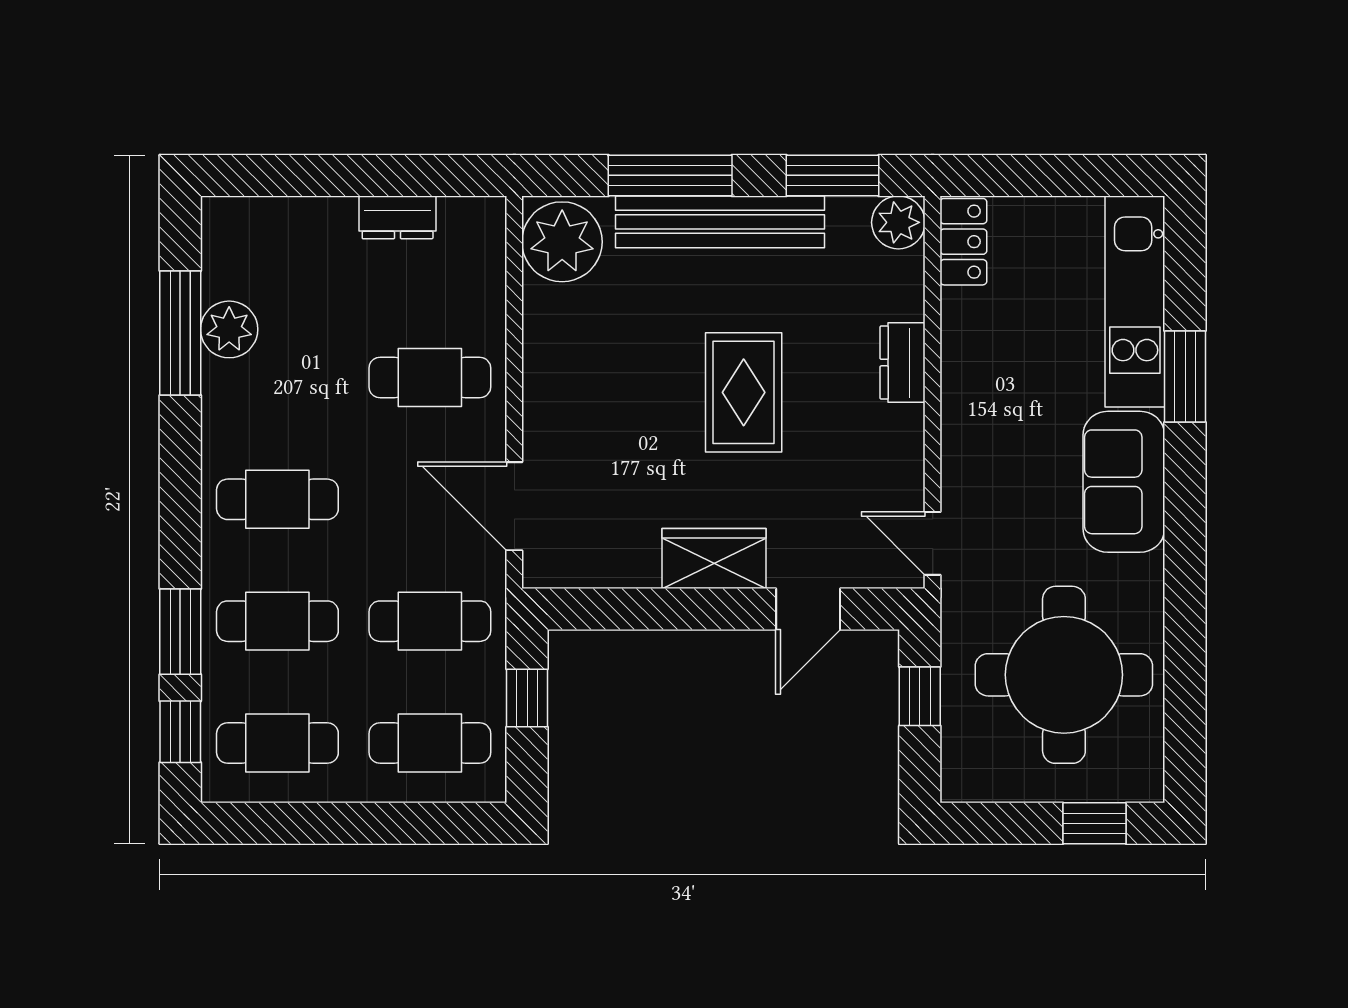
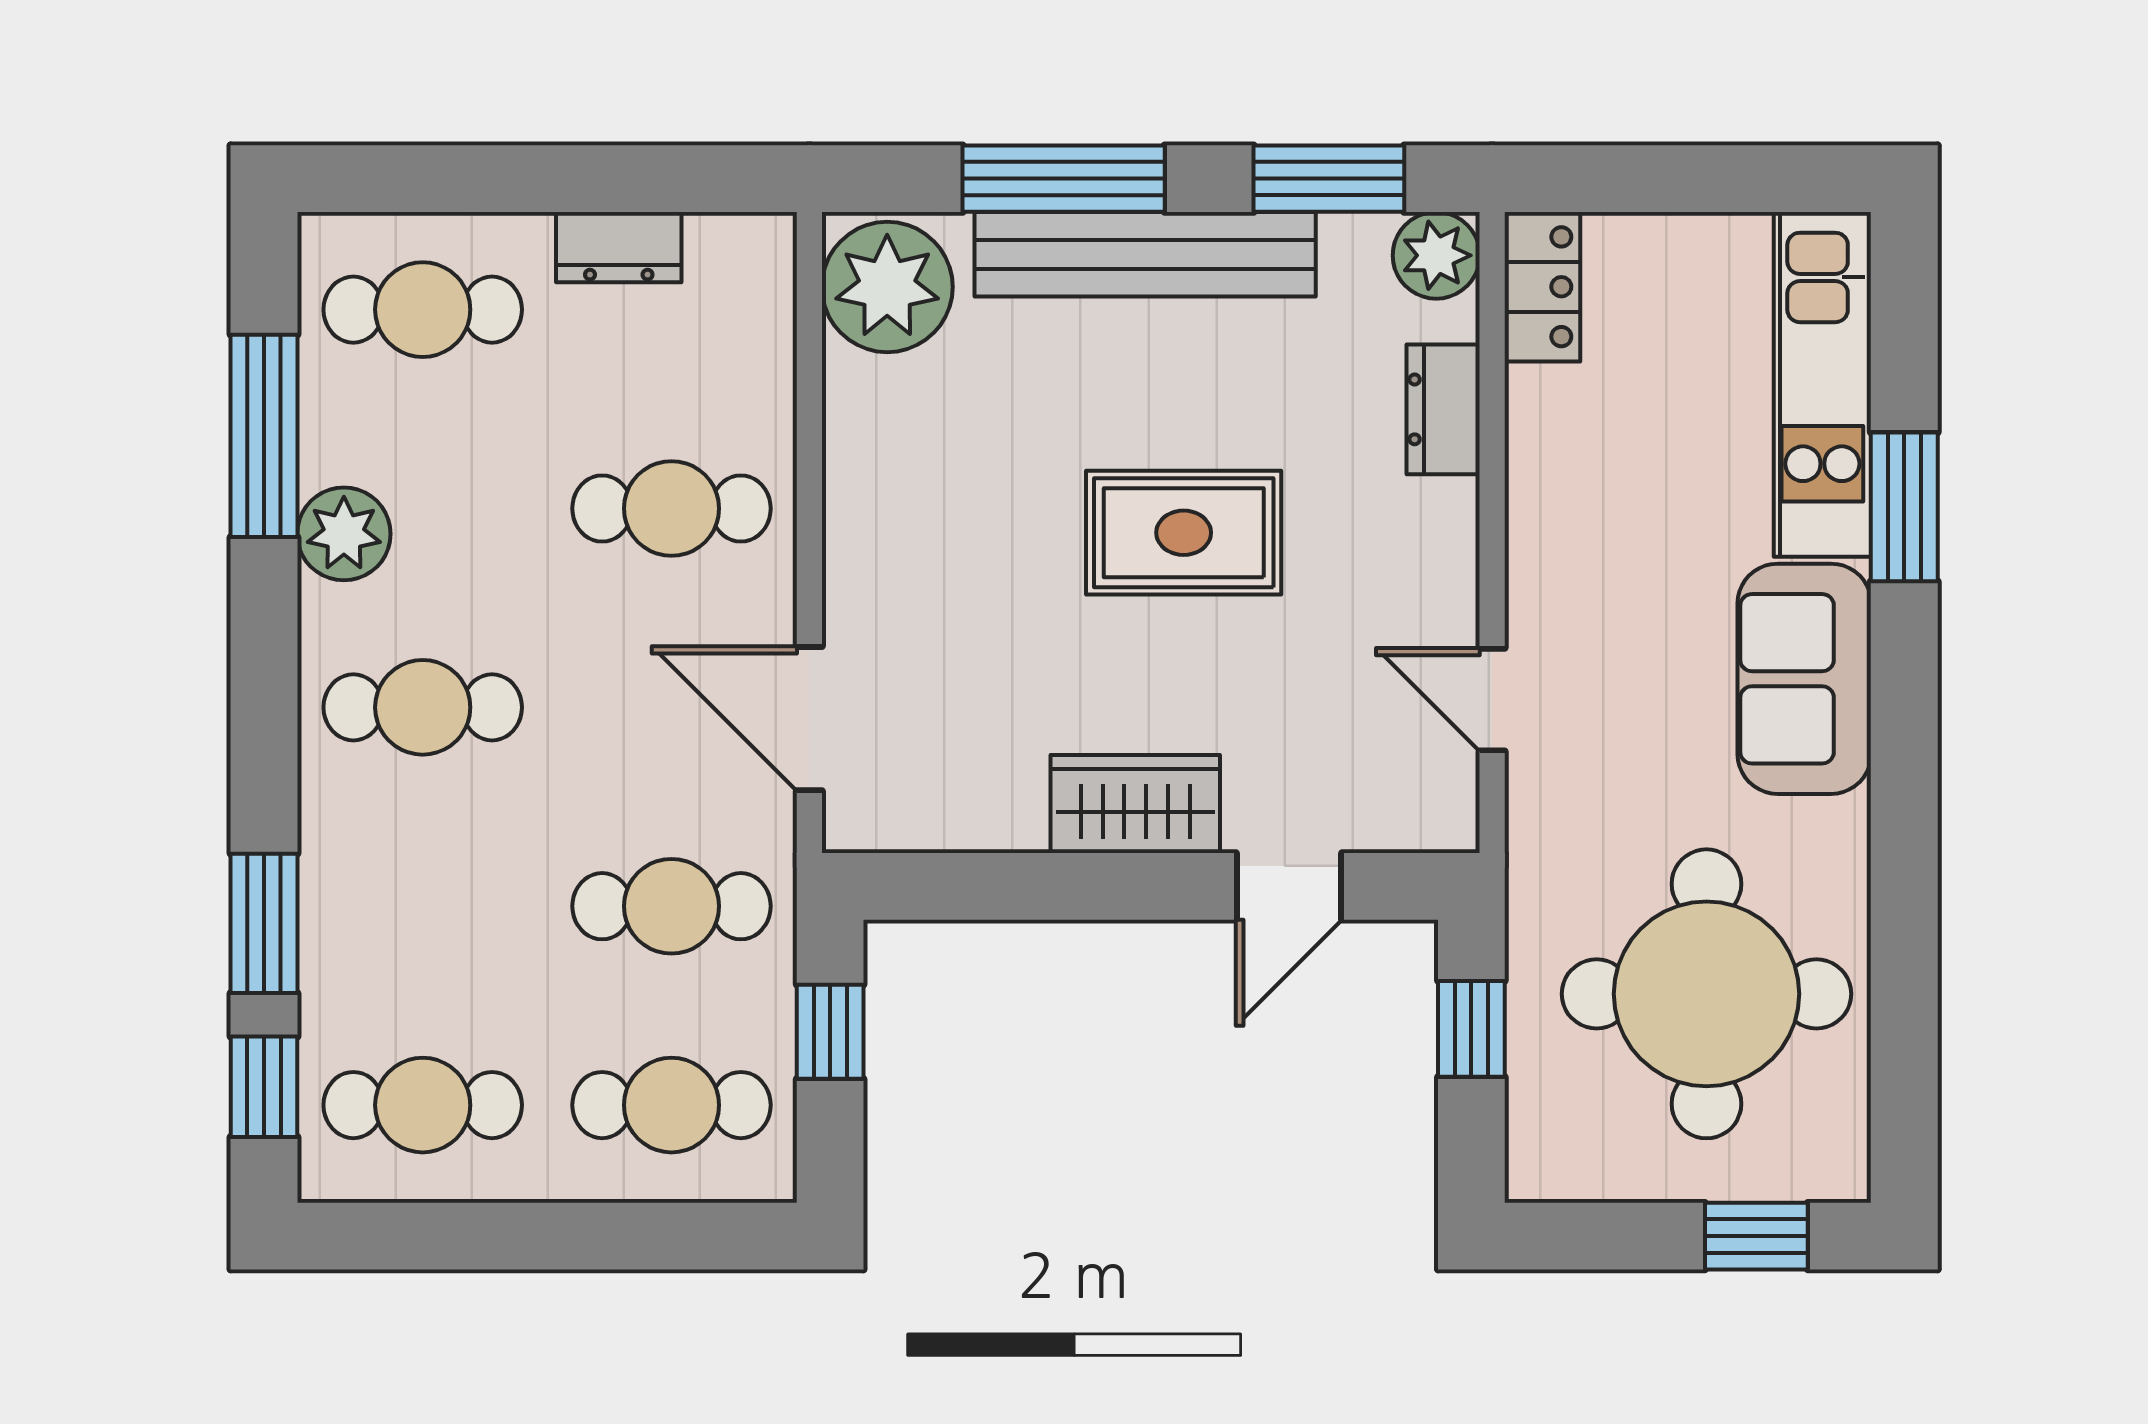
plant: (229, 329) -> (344, 534), moved
dresser: (903, 363) -> (1443, 409), moved
rug: (744, 392) -> (1184, 533), turned 90
door: (933, 543) -> (1492, 700), moved
cafe table: (277, 621) -> (423, 310), moved

